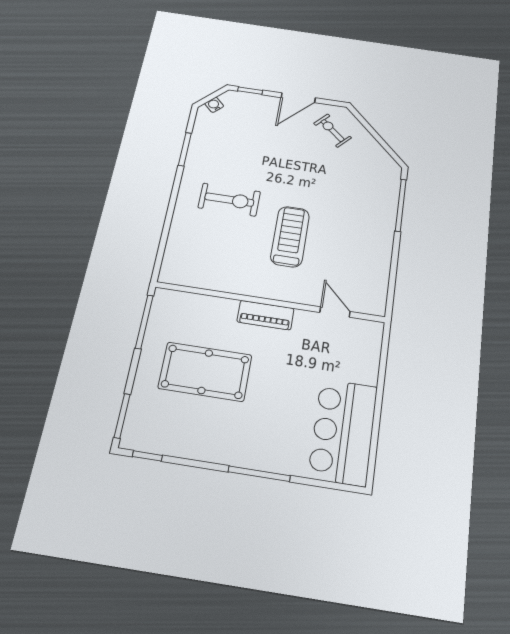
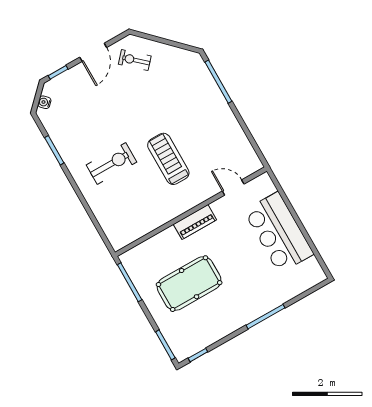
bar counter: (343, 432) -> (279, 232), moved

